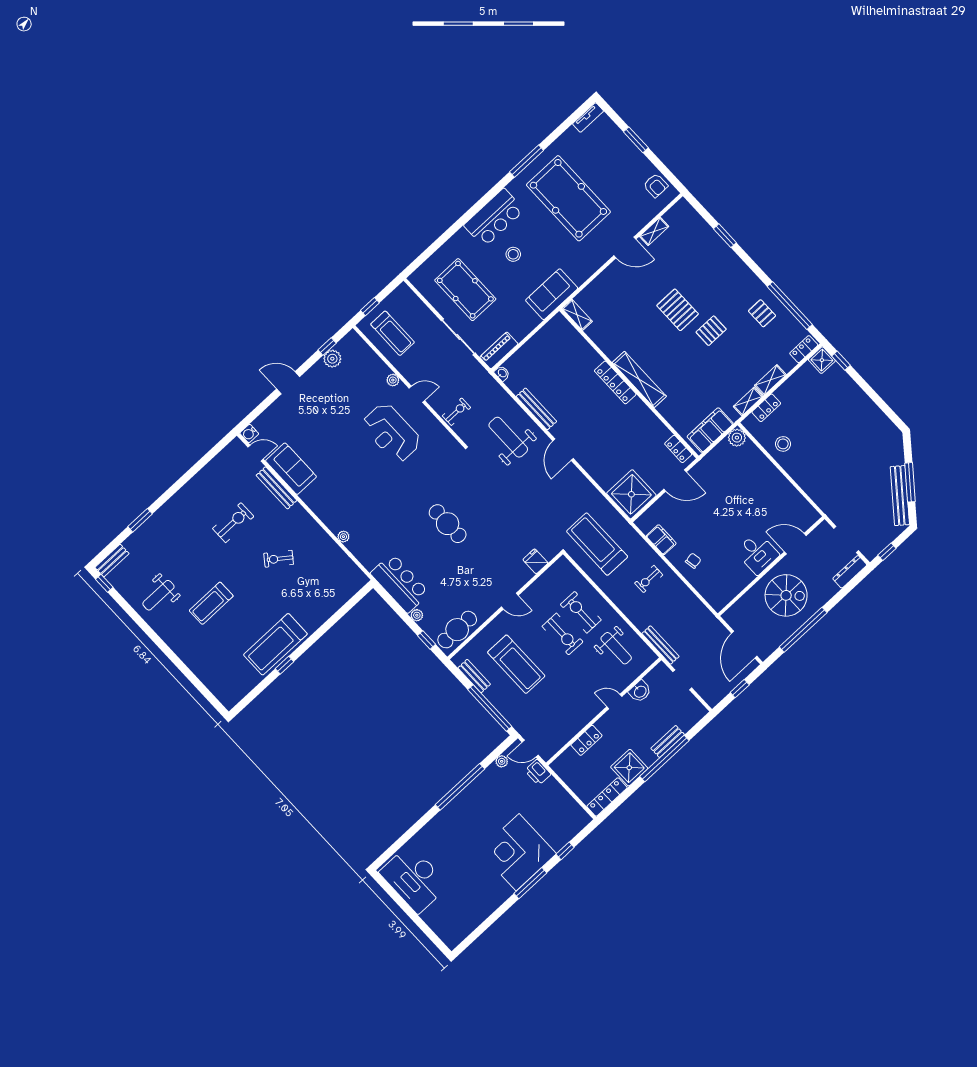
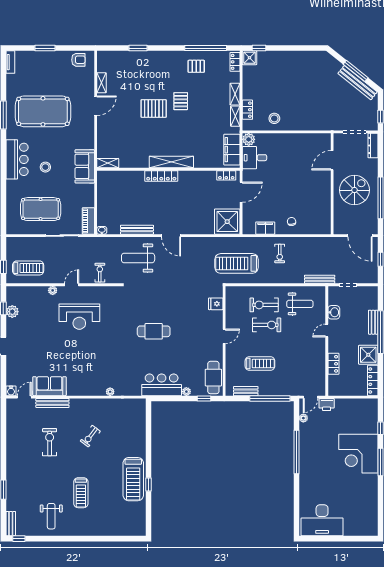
desk: (757, 553) -> (255, 158), moved, turned 180
treadmill: (516, 664) -> (260, 364), width x0.73, depth x0.73

